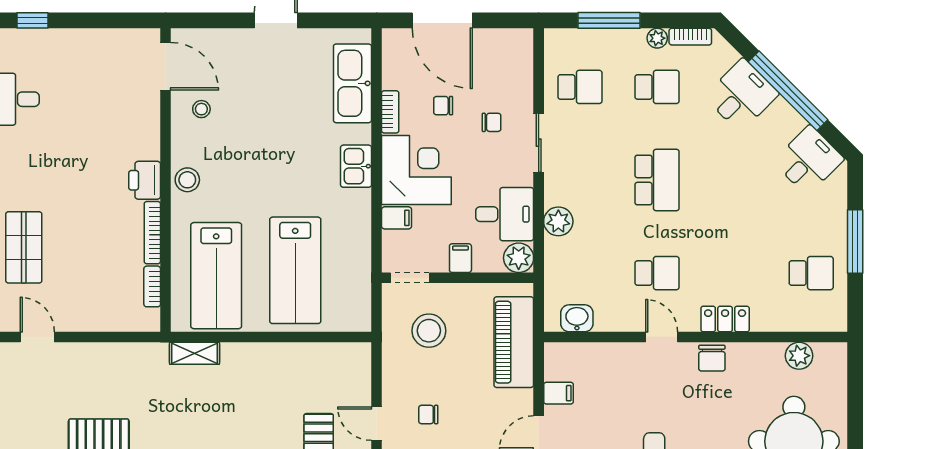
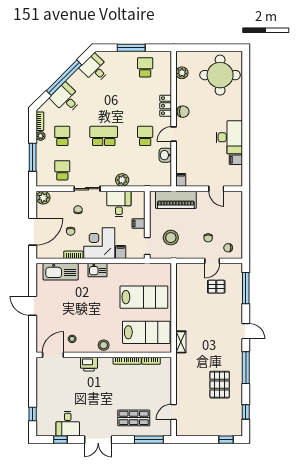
printer: (145, 180) -> (89, 364), moved
plant: (519, 258) -> (43, 198), moved
washbasin: (577, 318) -> (165, 155), moved
filing cabinet: (558, 393) -> (181, 180), moved

